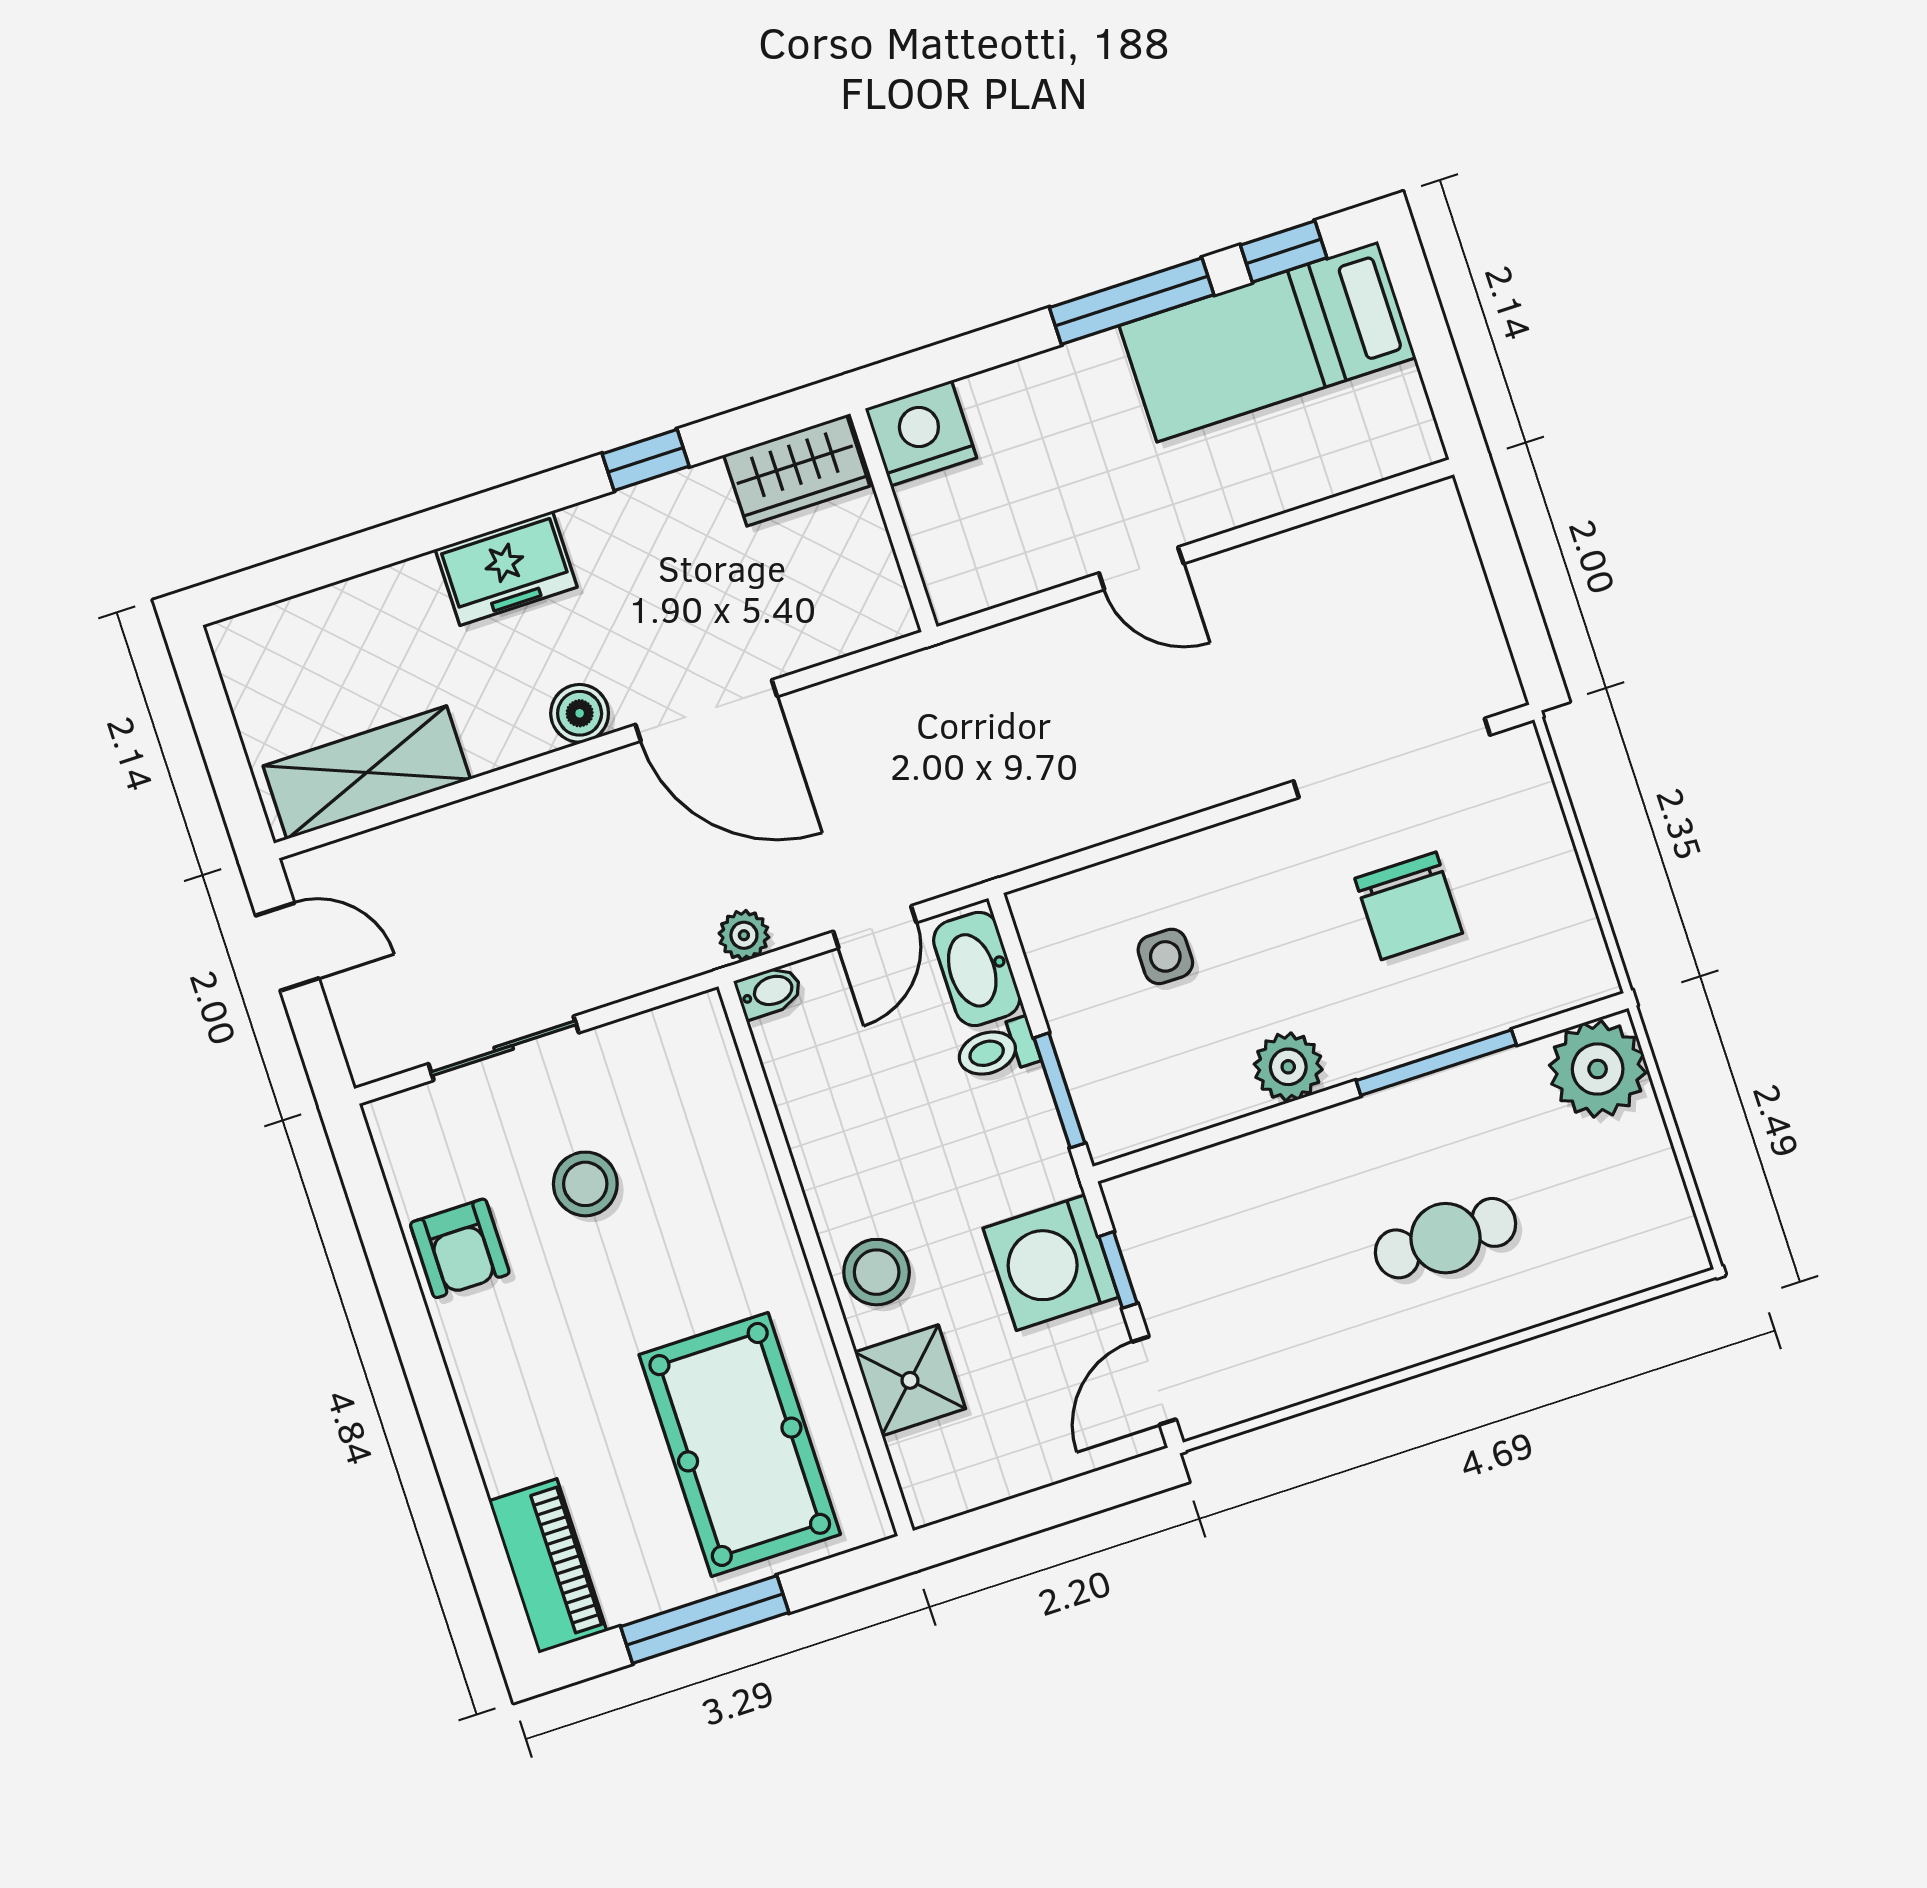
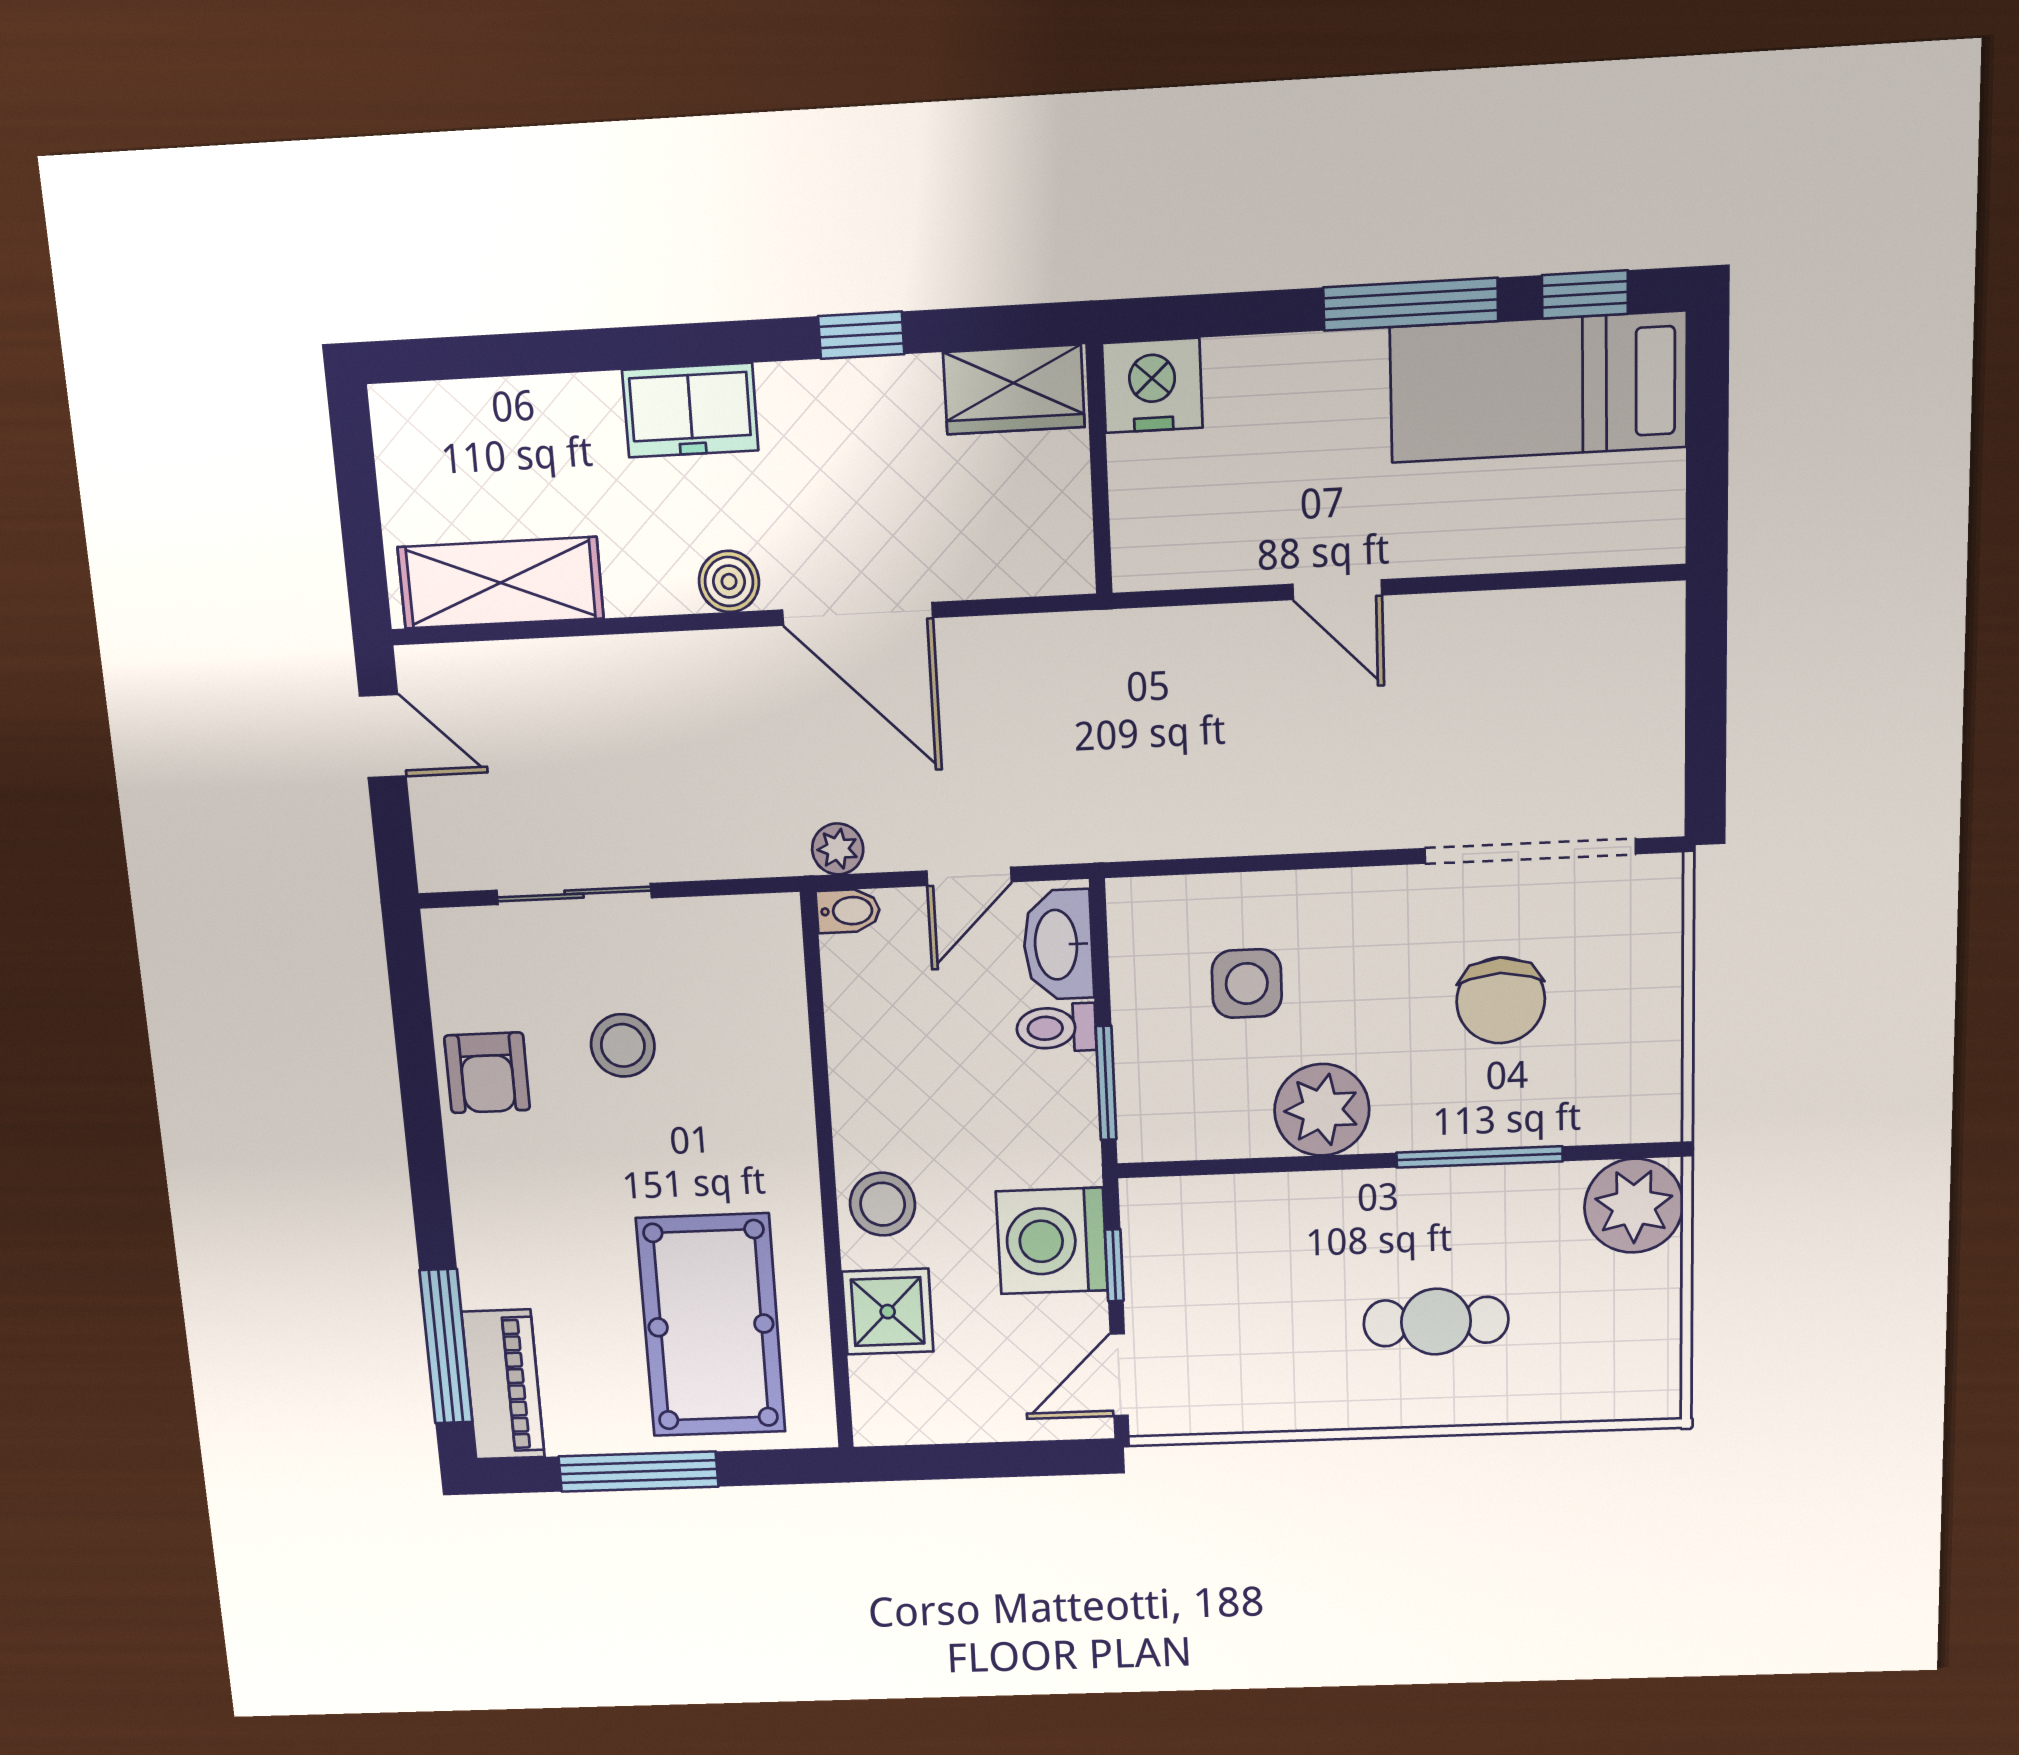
side table: (1165, 956) -> (1247, 983), width x1.37, depth x1.37
plant: (1288, 1067) -> (1322, 1110), width x1.36, depth x1.36
window: (482, 1542) -> (446, 1346), added

